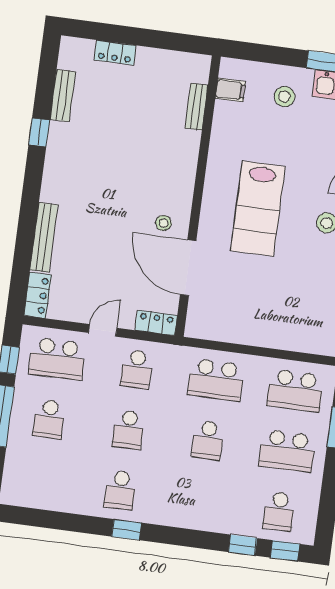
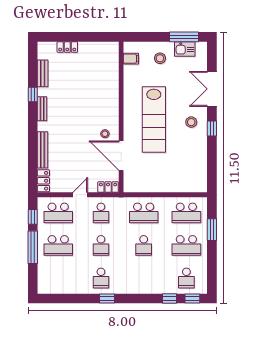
bench: (196, 107) -> (42, 109), moved
lab bench: (258, 209) -> (154, 119), width x1.36
school desk: (49, 419) -> (58, 245), width x1.85

